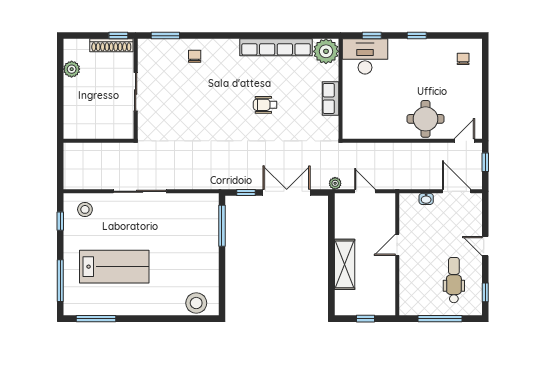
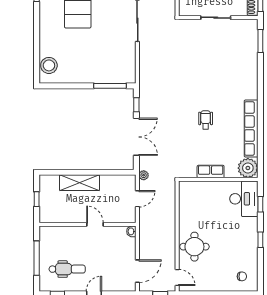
chair: (195, 56) -> (244, 64), removed
washbasin: (426, 199) -> (131, 231), moved

